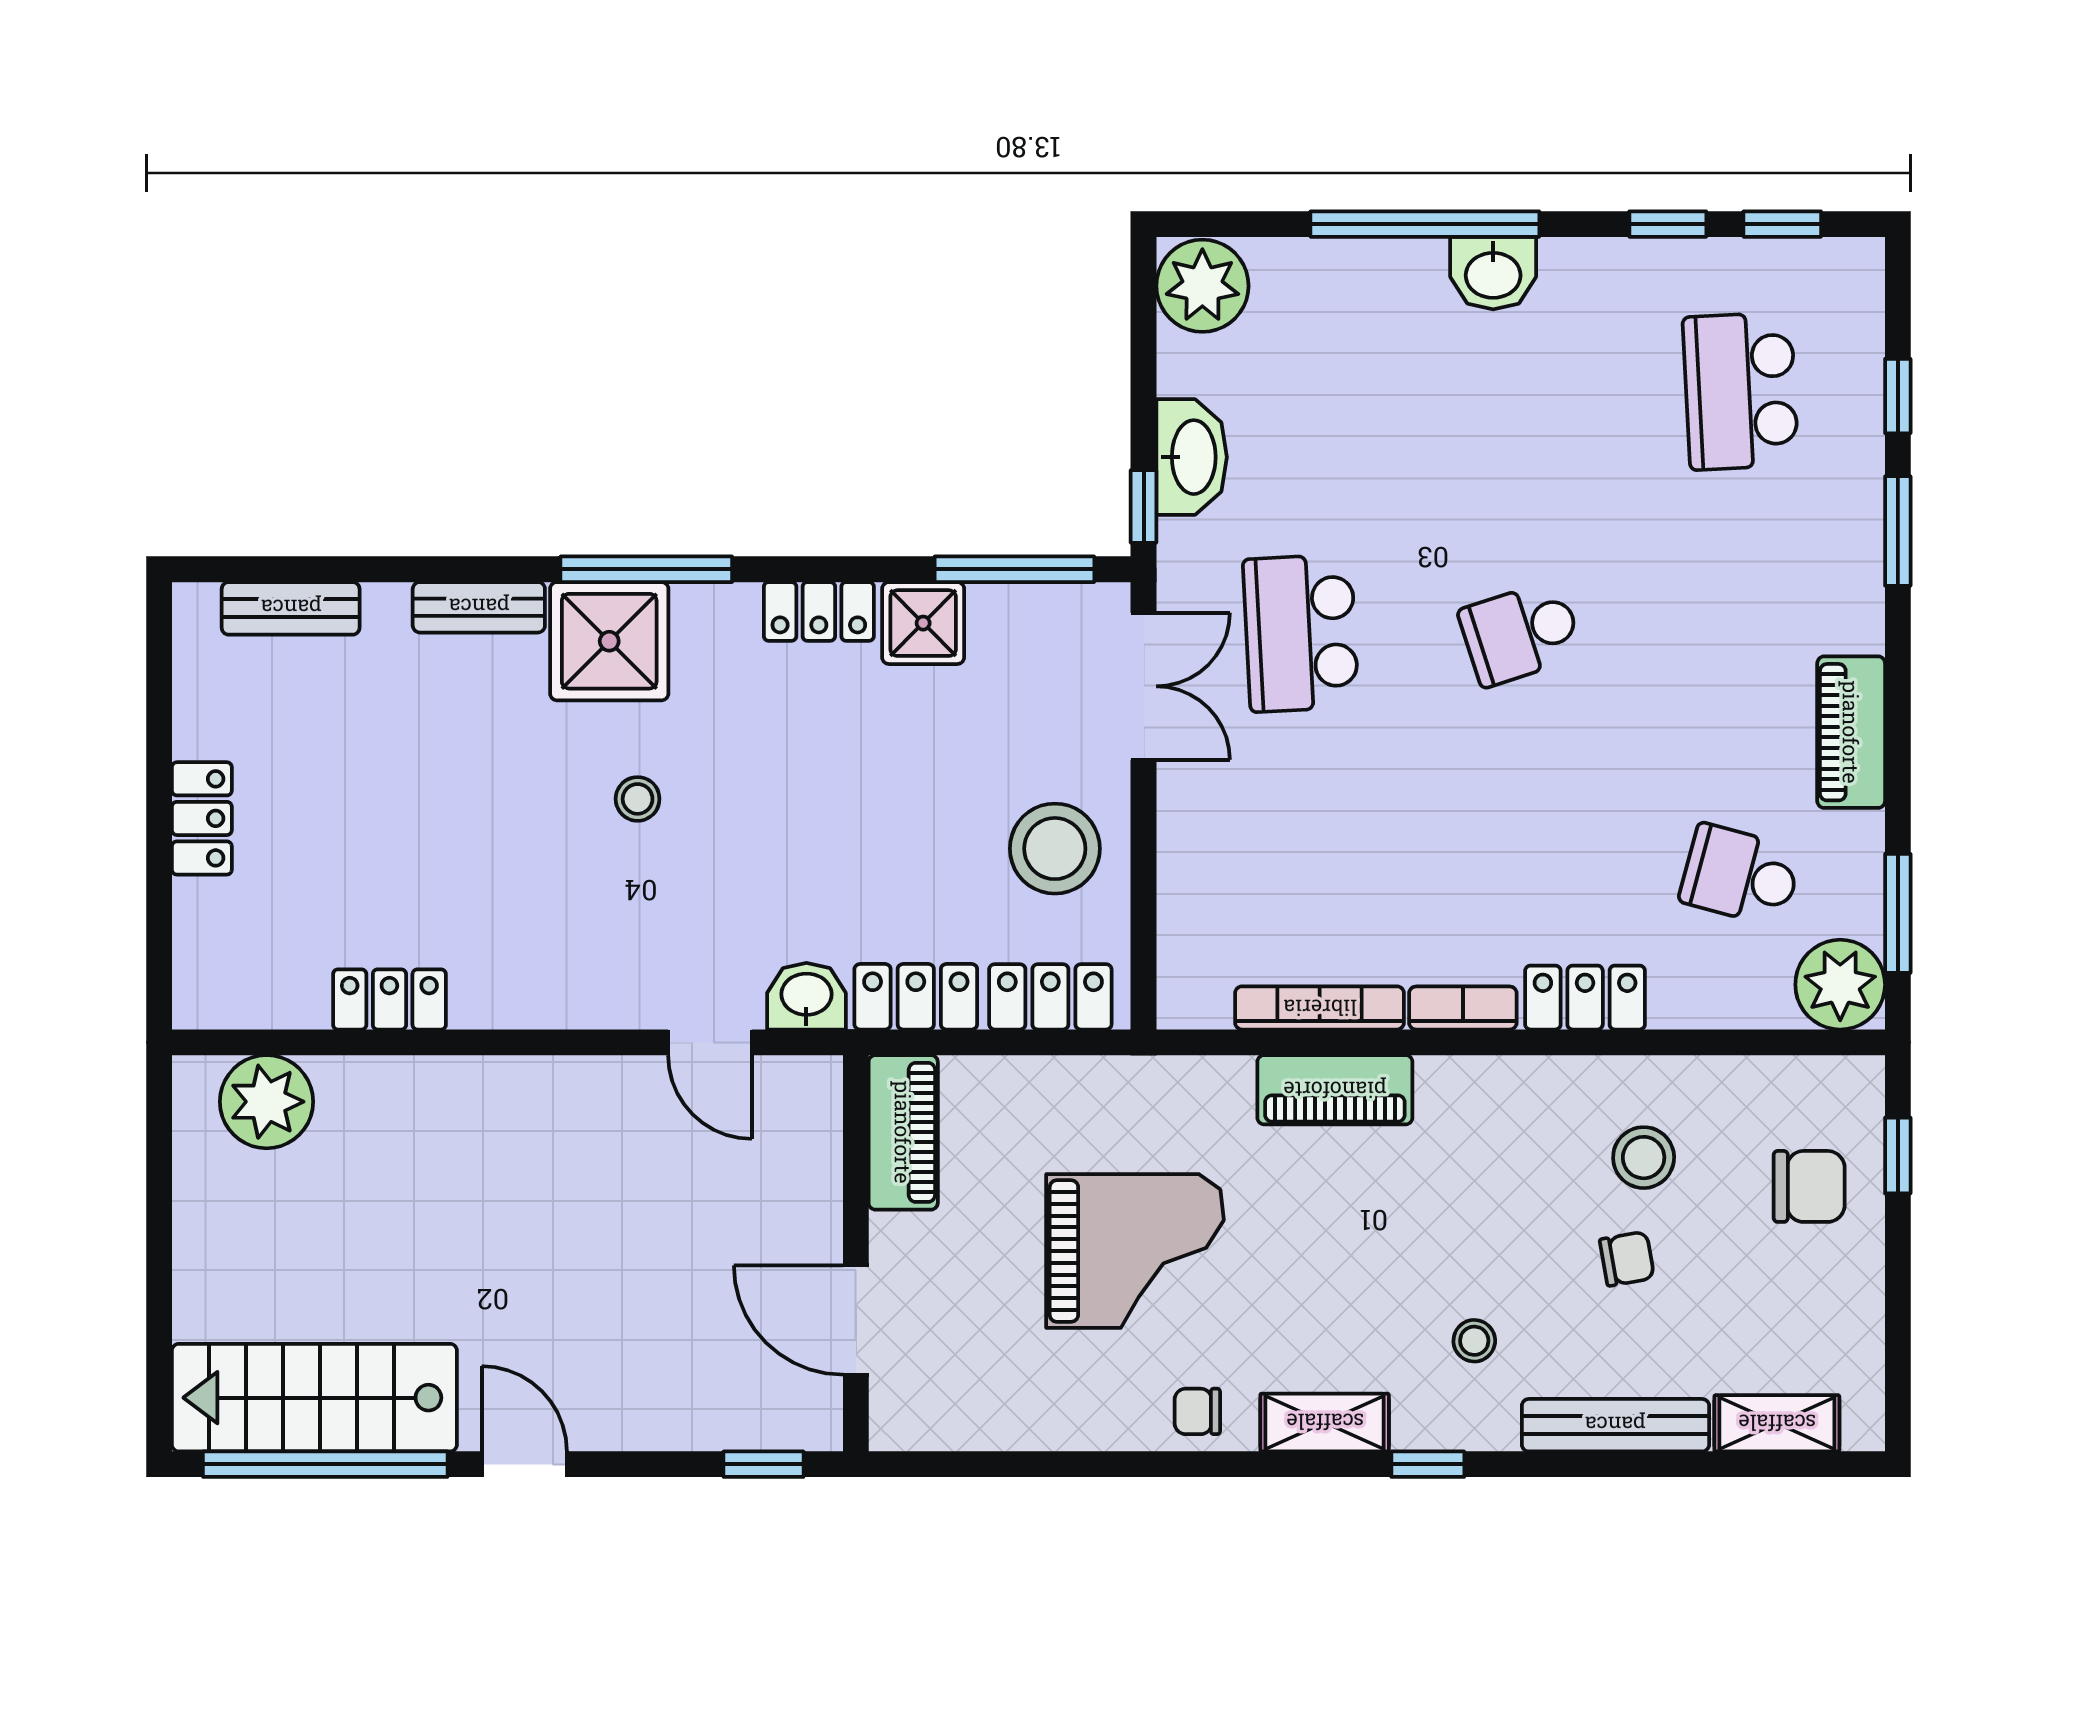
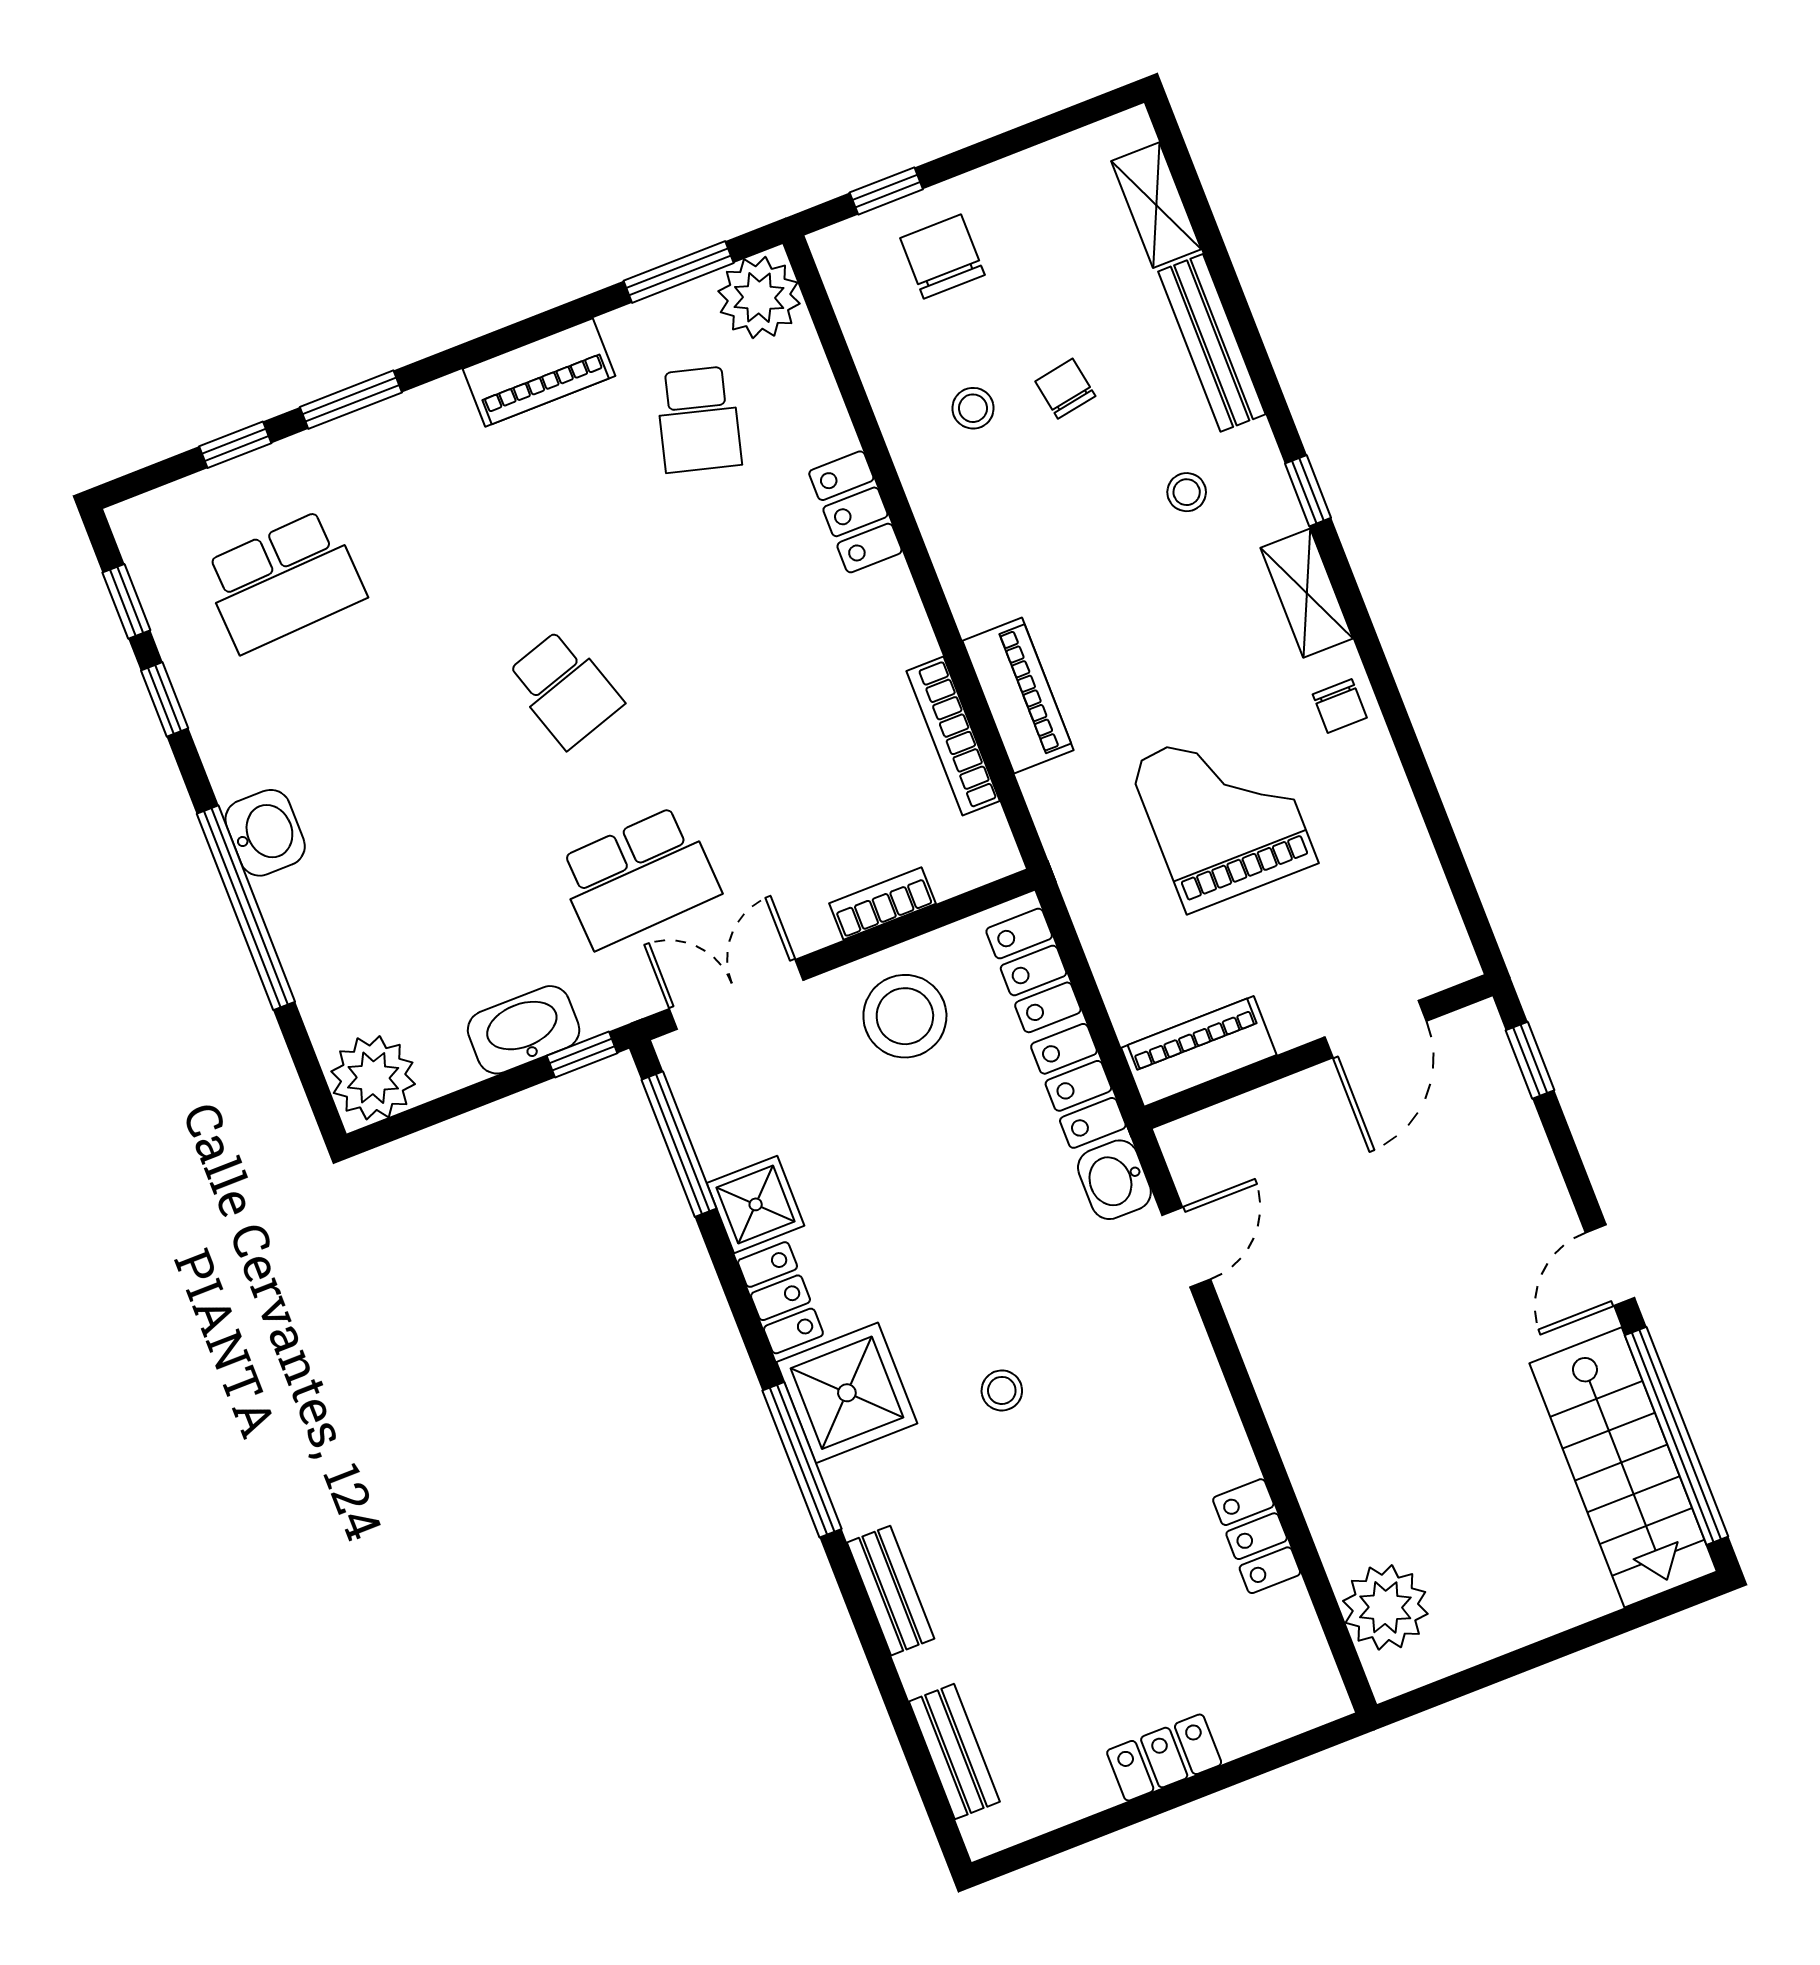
shower: (609, 641) -> (847, 1393), moved
bookcase: (1463, 1008) -> (882, 903), moved, turned 90
stool: (1644, 1158) -> (973, 408), width x0.73, depth x0.73

